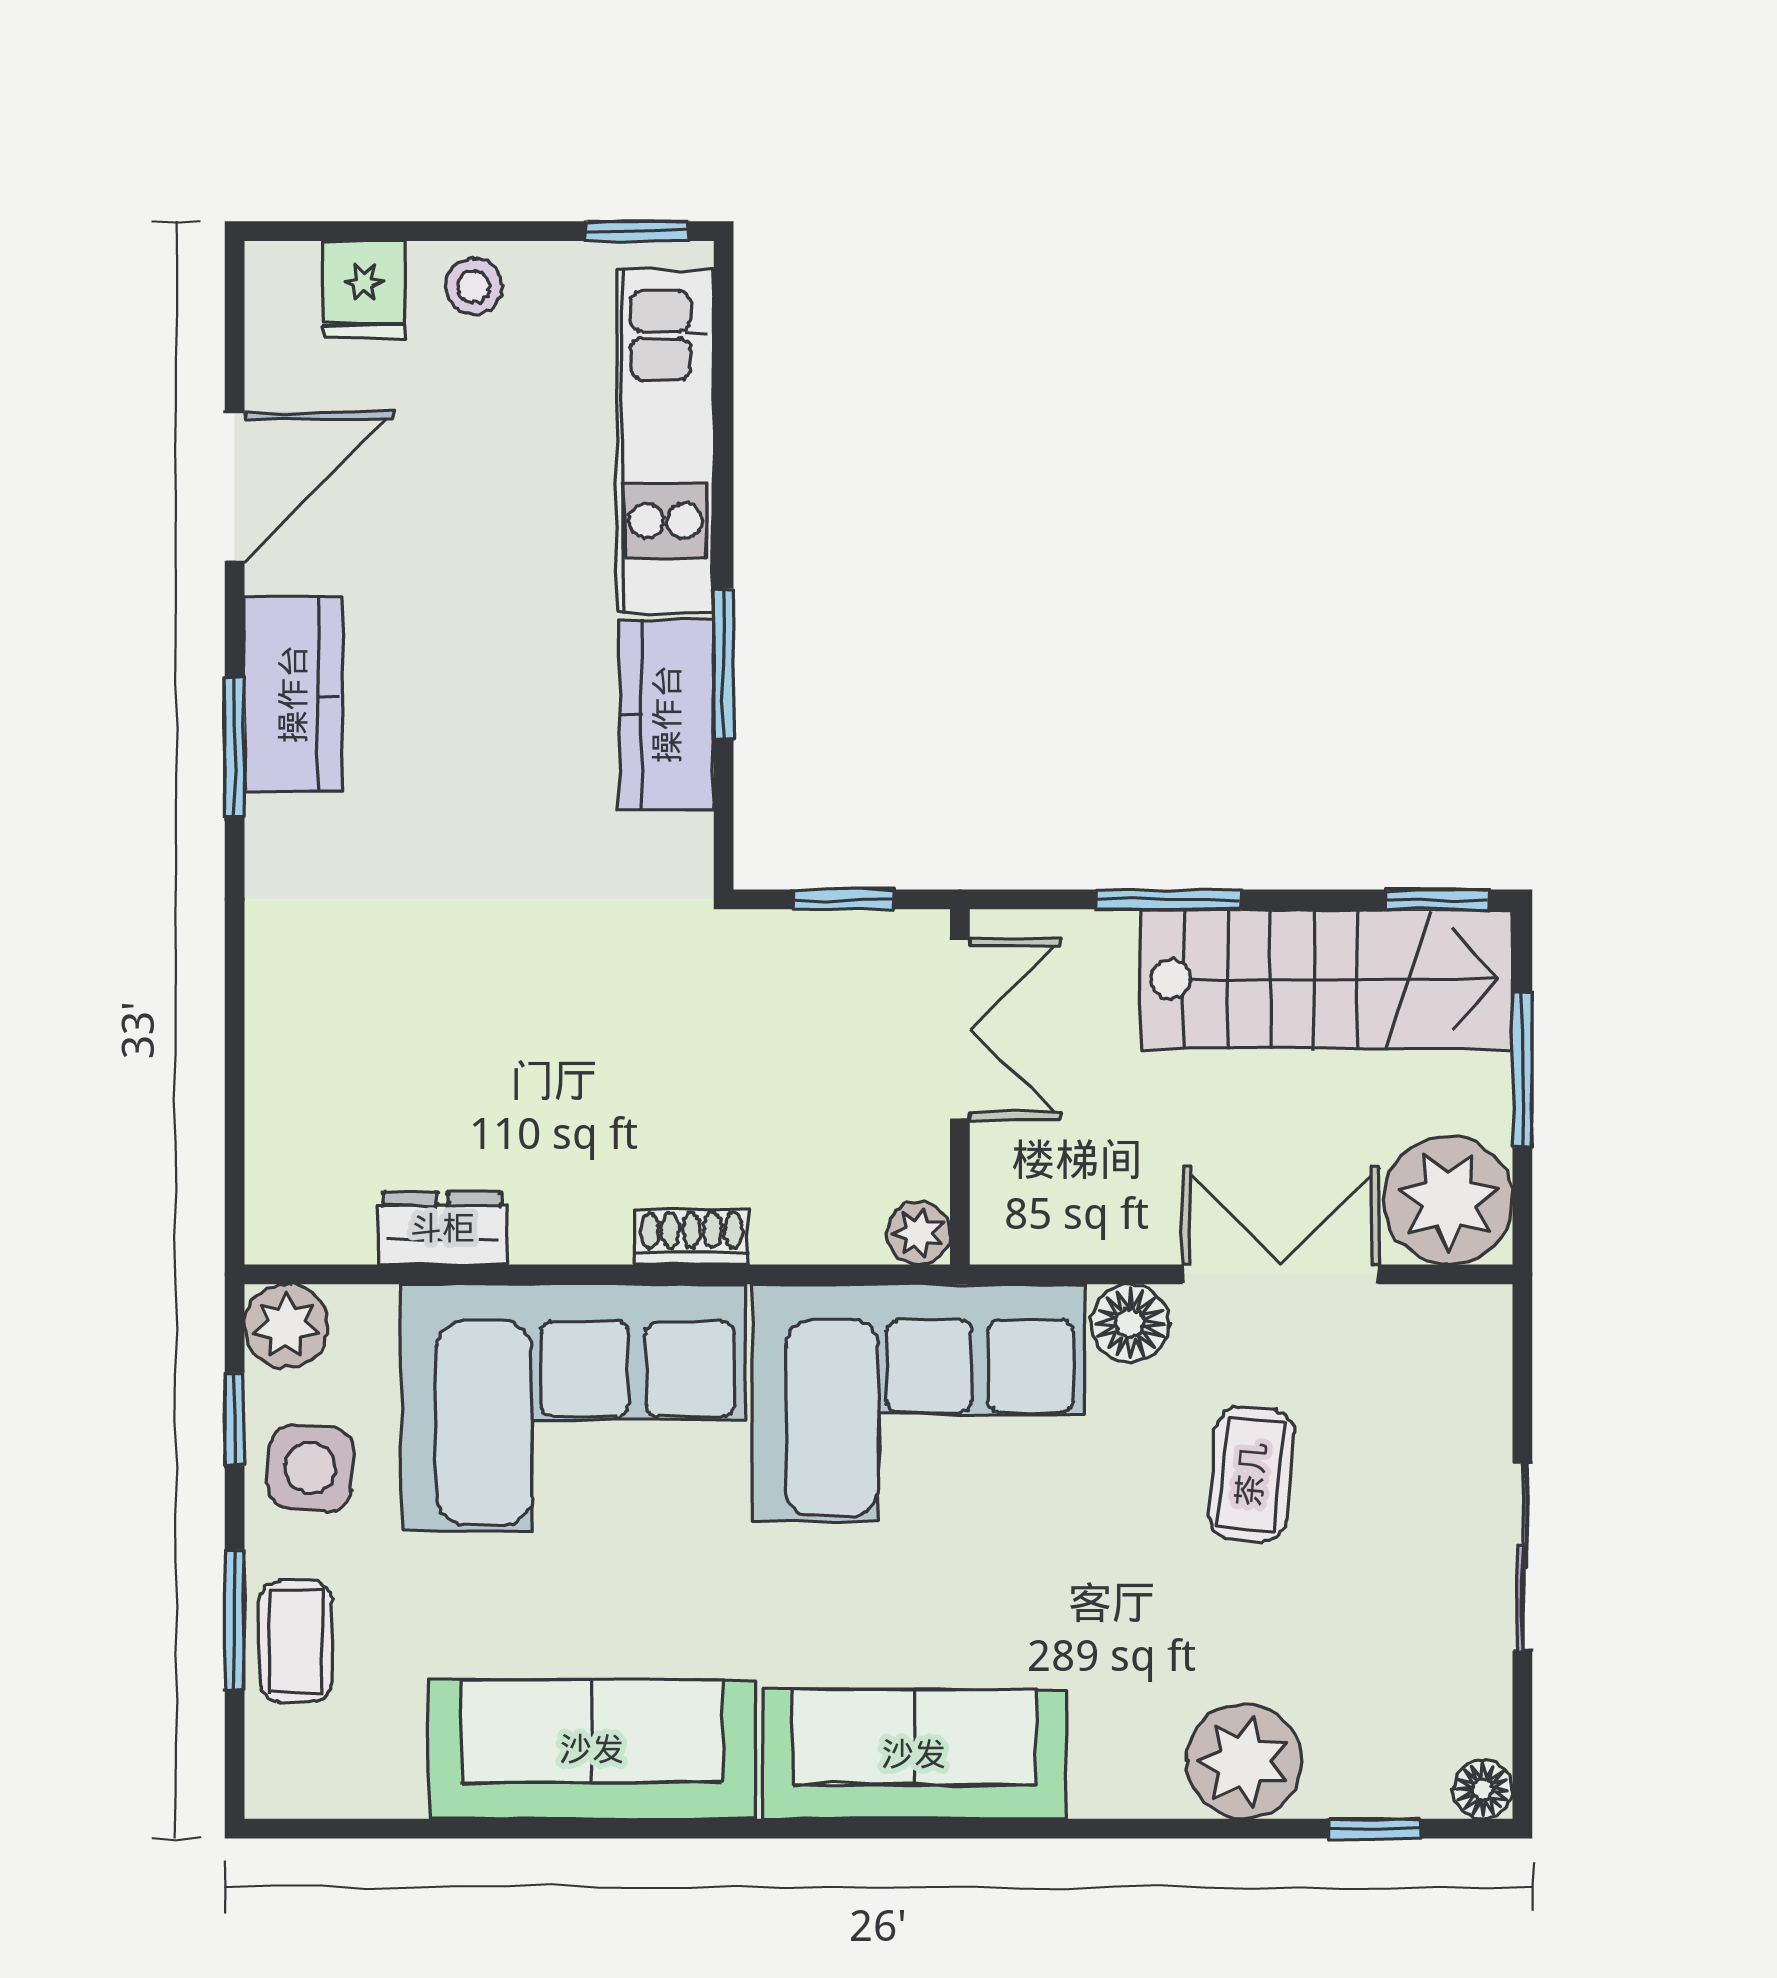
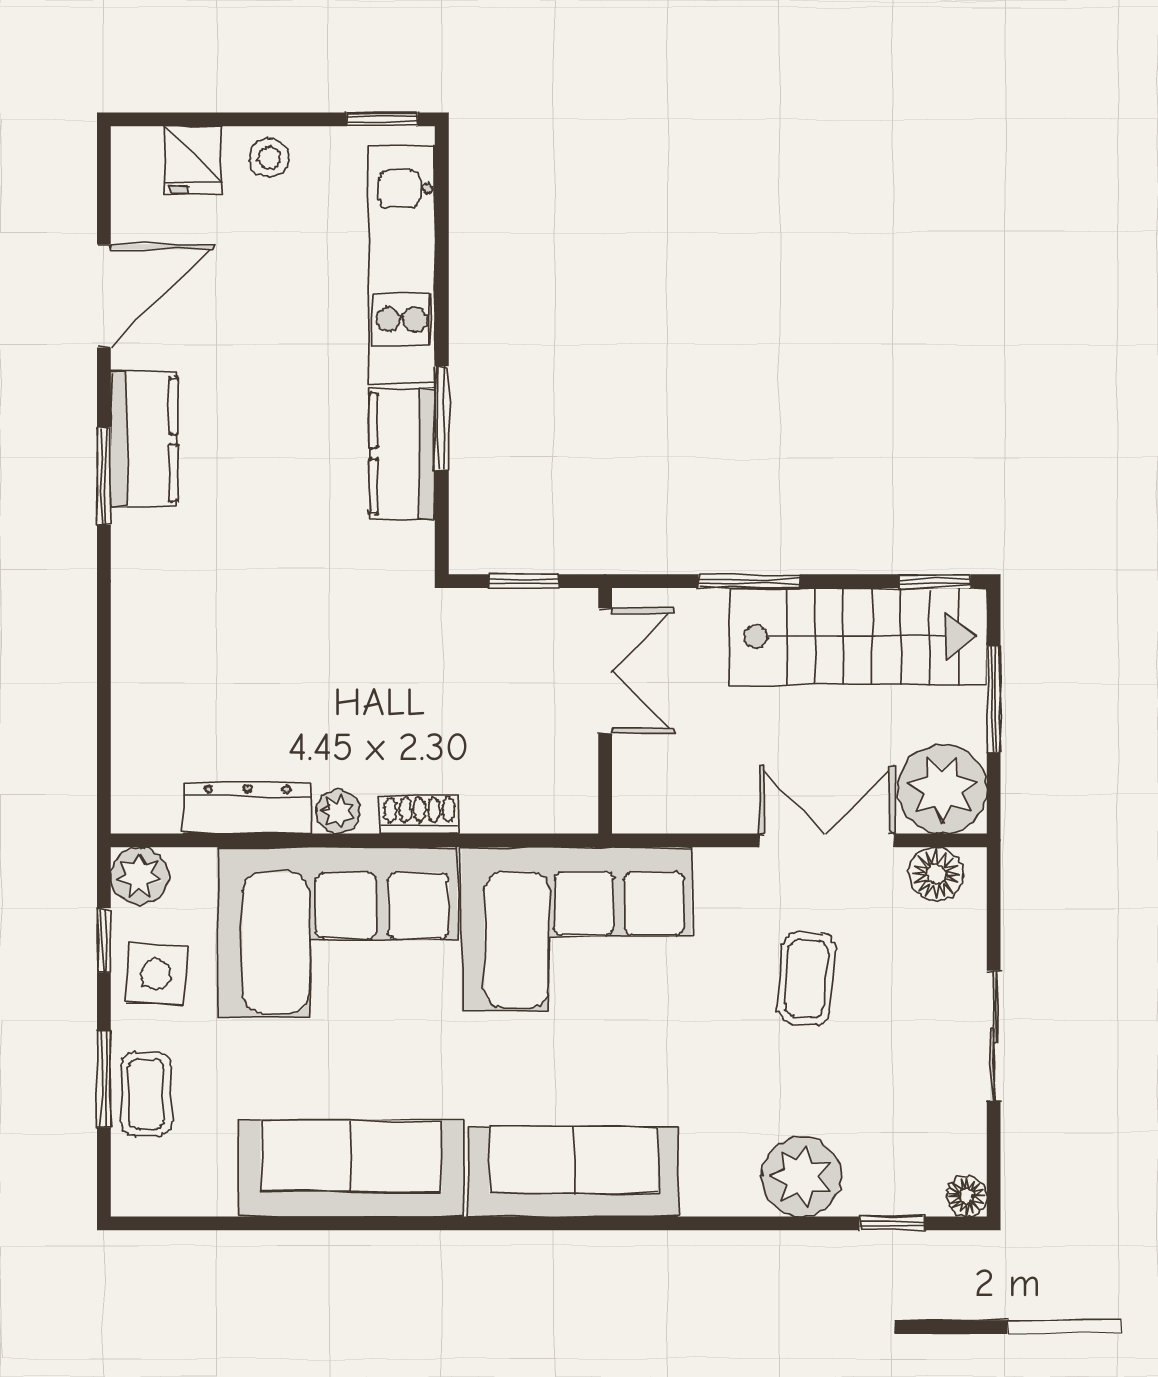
dresser: (442, 1228) -> (247, 809), width x1.44
plant: (919, 1233) -> (338, 812), moved
floor lamp: (1130, 1323) -> (936, 874), moved

